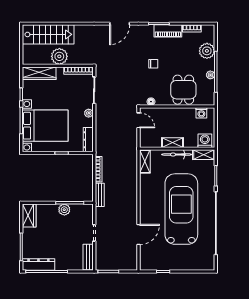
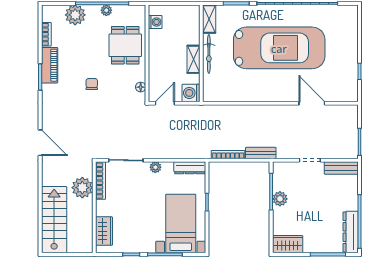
door: (120, 24) -> (40, 143), moved
plant: (59, 56) -> (82, 188), moved
wardrobe: (39, 73) -> (104, 231), width x0.67
dining table: (183, 90) -> (125, 45), turned 90
bed with nightstands: (45, 126) -> (181, 224), width x0.73
washing machine: (205, 141) -> (191, 93), moved
shelving: (145, 161) -> (218, 95), removed
car: (181, 209) -> (279, 48), turned 180

